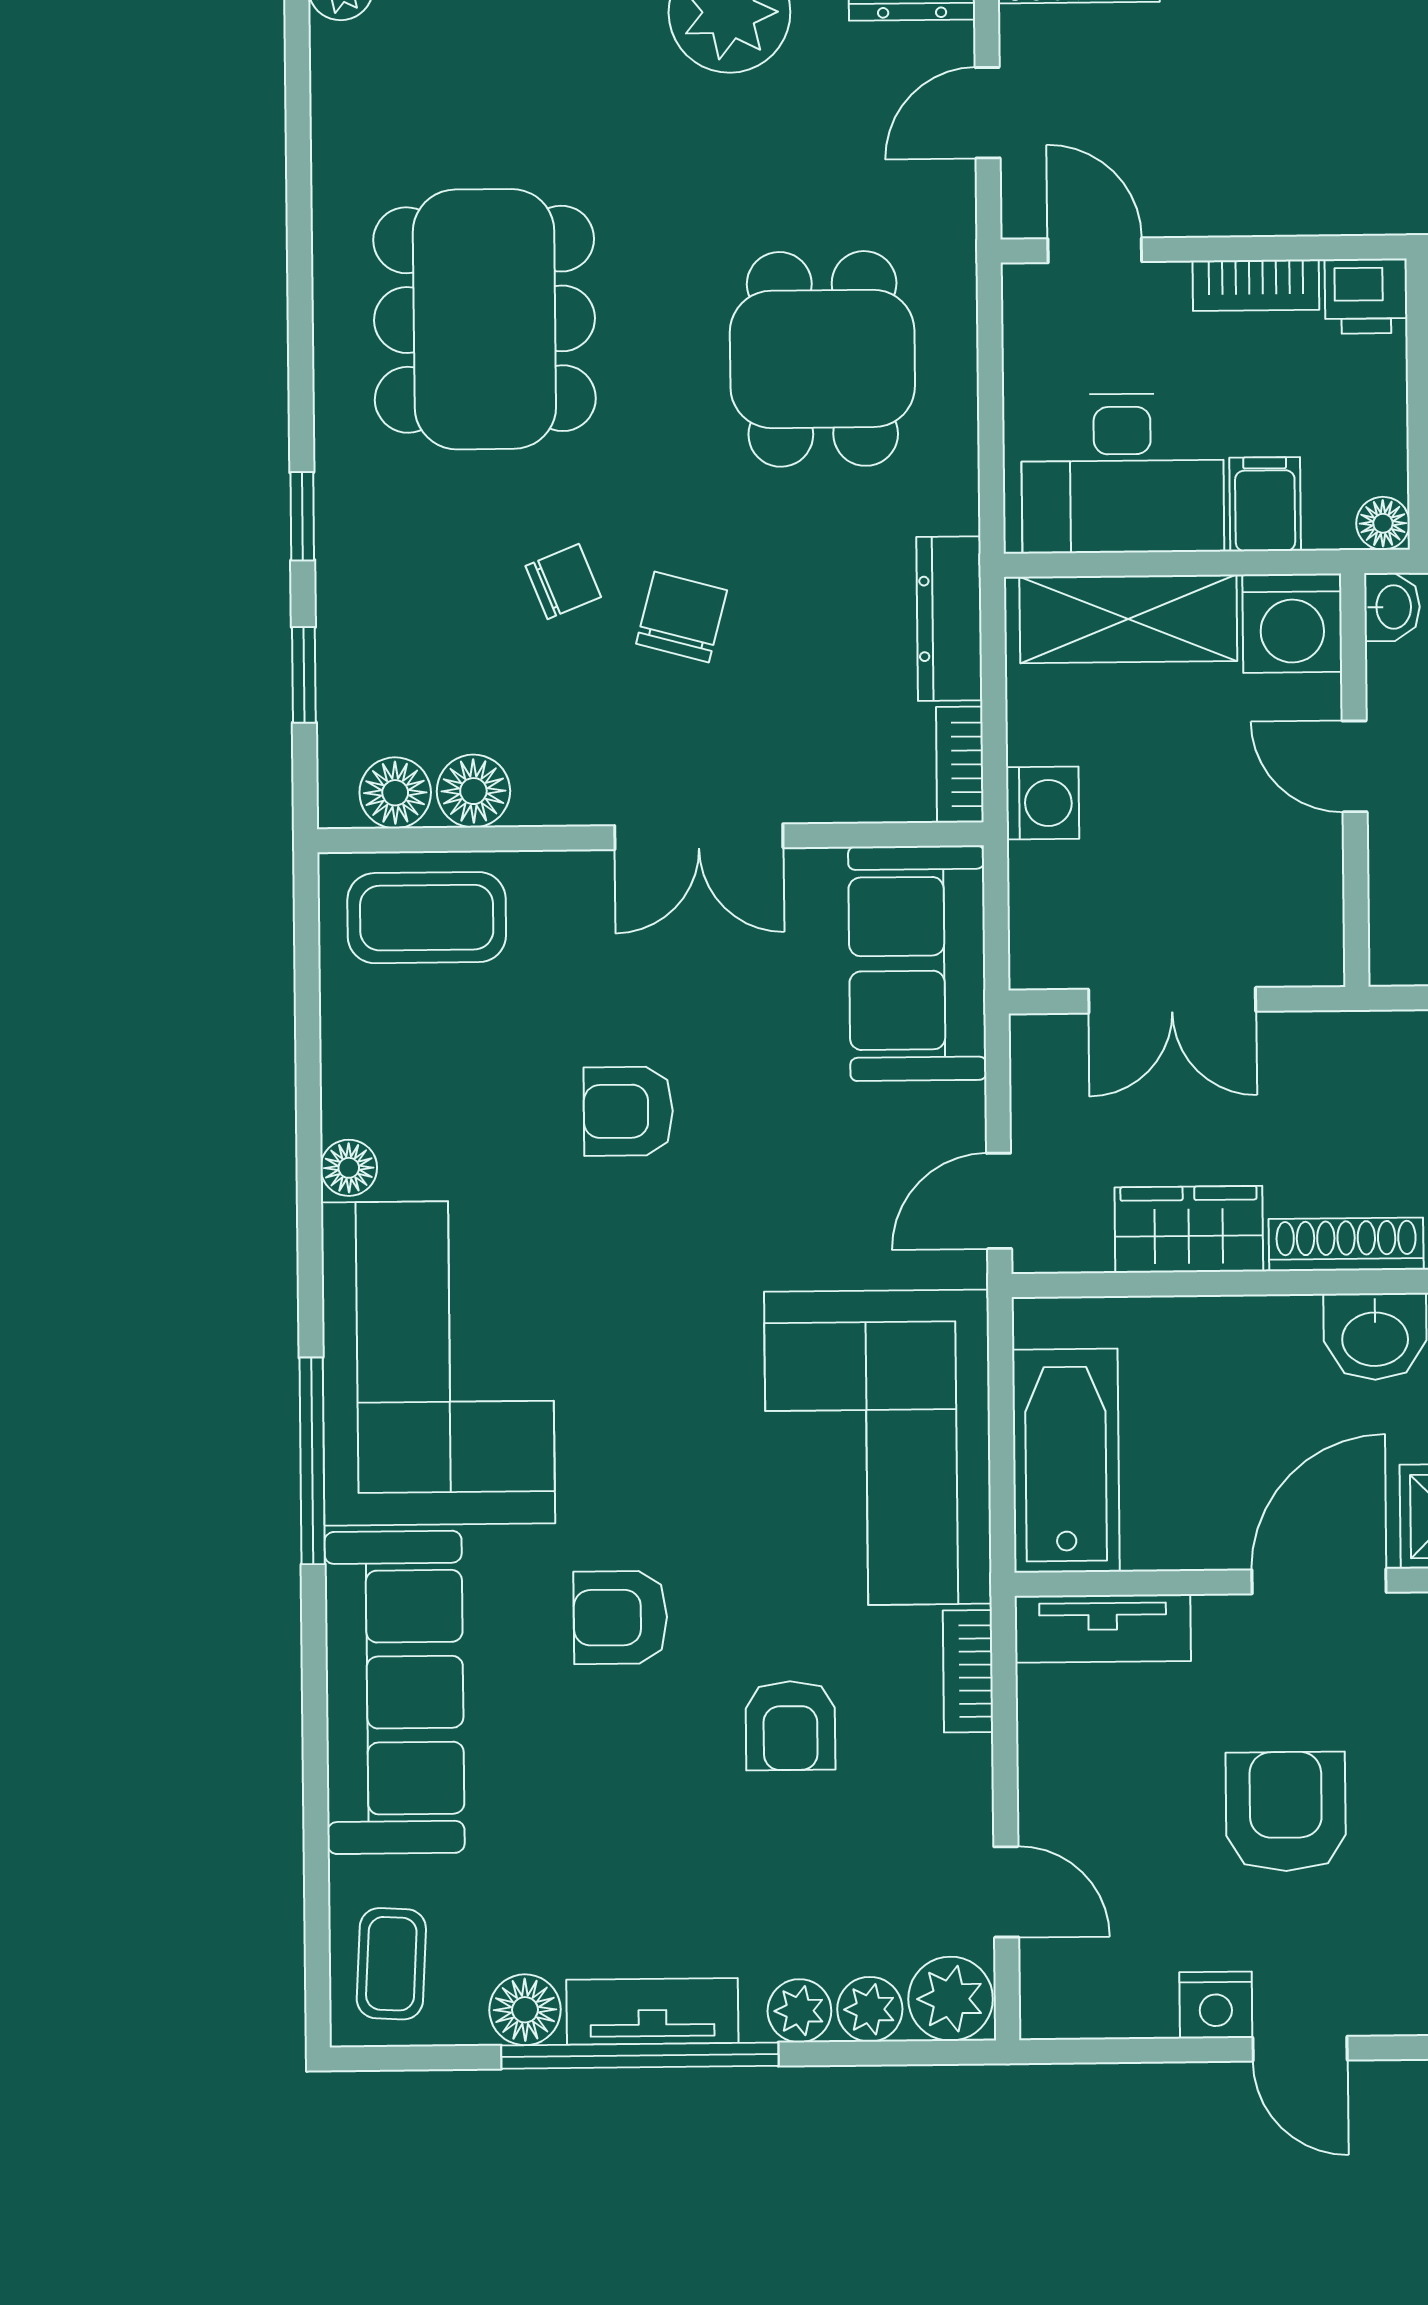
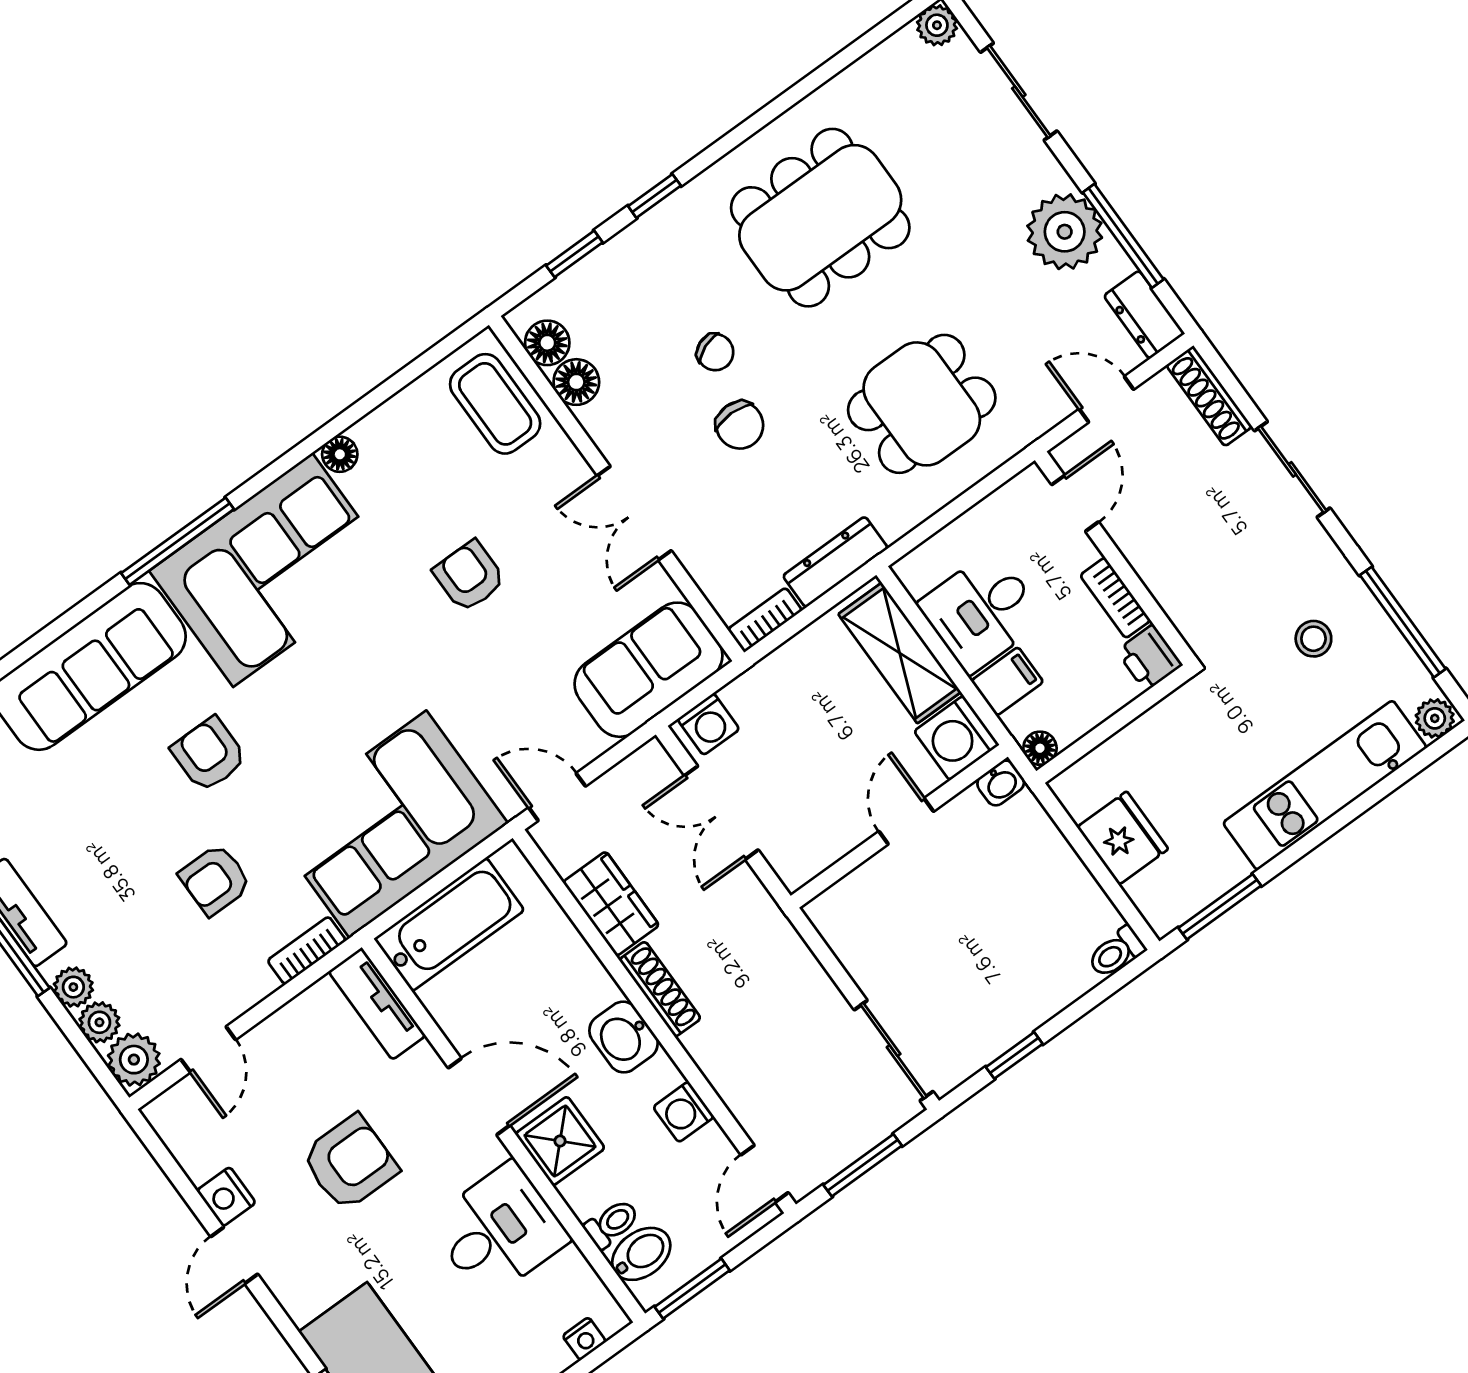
desk: (1123, 473) -> (982, 612), width x0.73
chair: (682, 617) -> (740, 425), turned 75
washing machine: (1043, 803) -> (708, 724), moved

